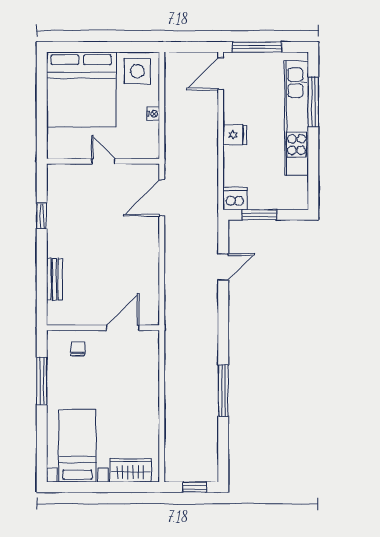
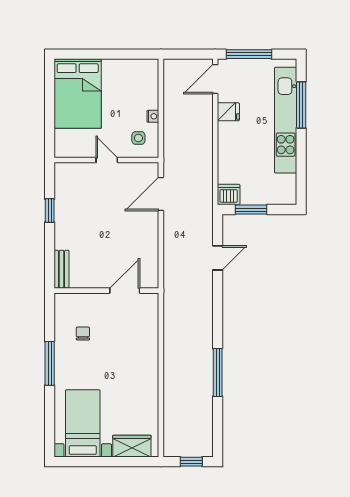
side table: (137, 71) -> (138, 138), moved, width x0.54, depth x0.54
bed: (81, 89) -> (78, 94), width x0.73
fridge: (235, 135) -> (228, 112), moved
wall: (103, 328) -> (106, 291), moved
door: (123, 328) -> (125, 291), moved

